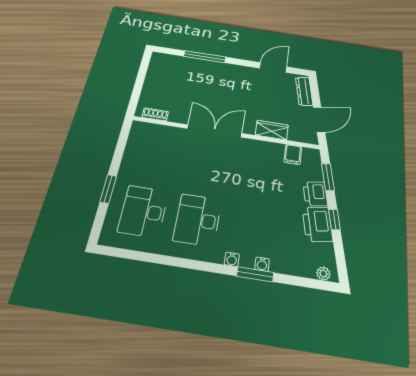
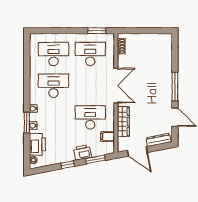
window: (205, 57) -> (175, 87), moved
wardrobe: (272, 130) -> (123, 122), width x1.50
desk: (157, 157) -> (90, 54), added
desk: (259, 174) -> (90, 117), added
window: (108, 189) -> (97, 31), moved
printer: (317, 224) -> (37, 144), moved, turned 101

